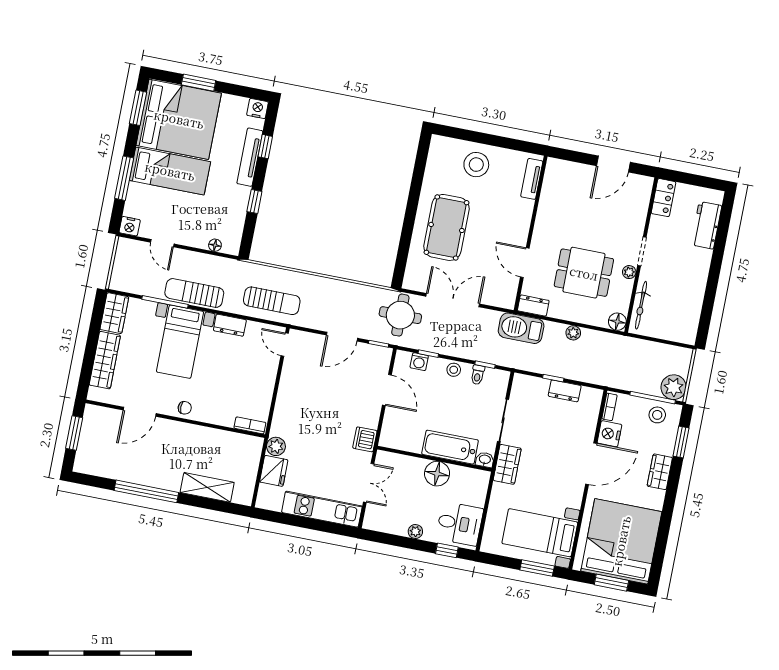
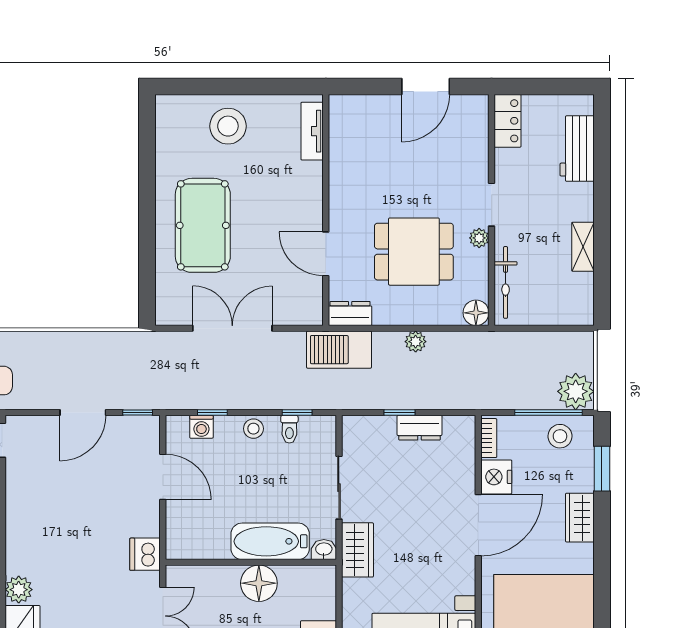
shelving: (697, 291) -> (583, 247), added
round table: (400, 315) -> (161, 365), removed

